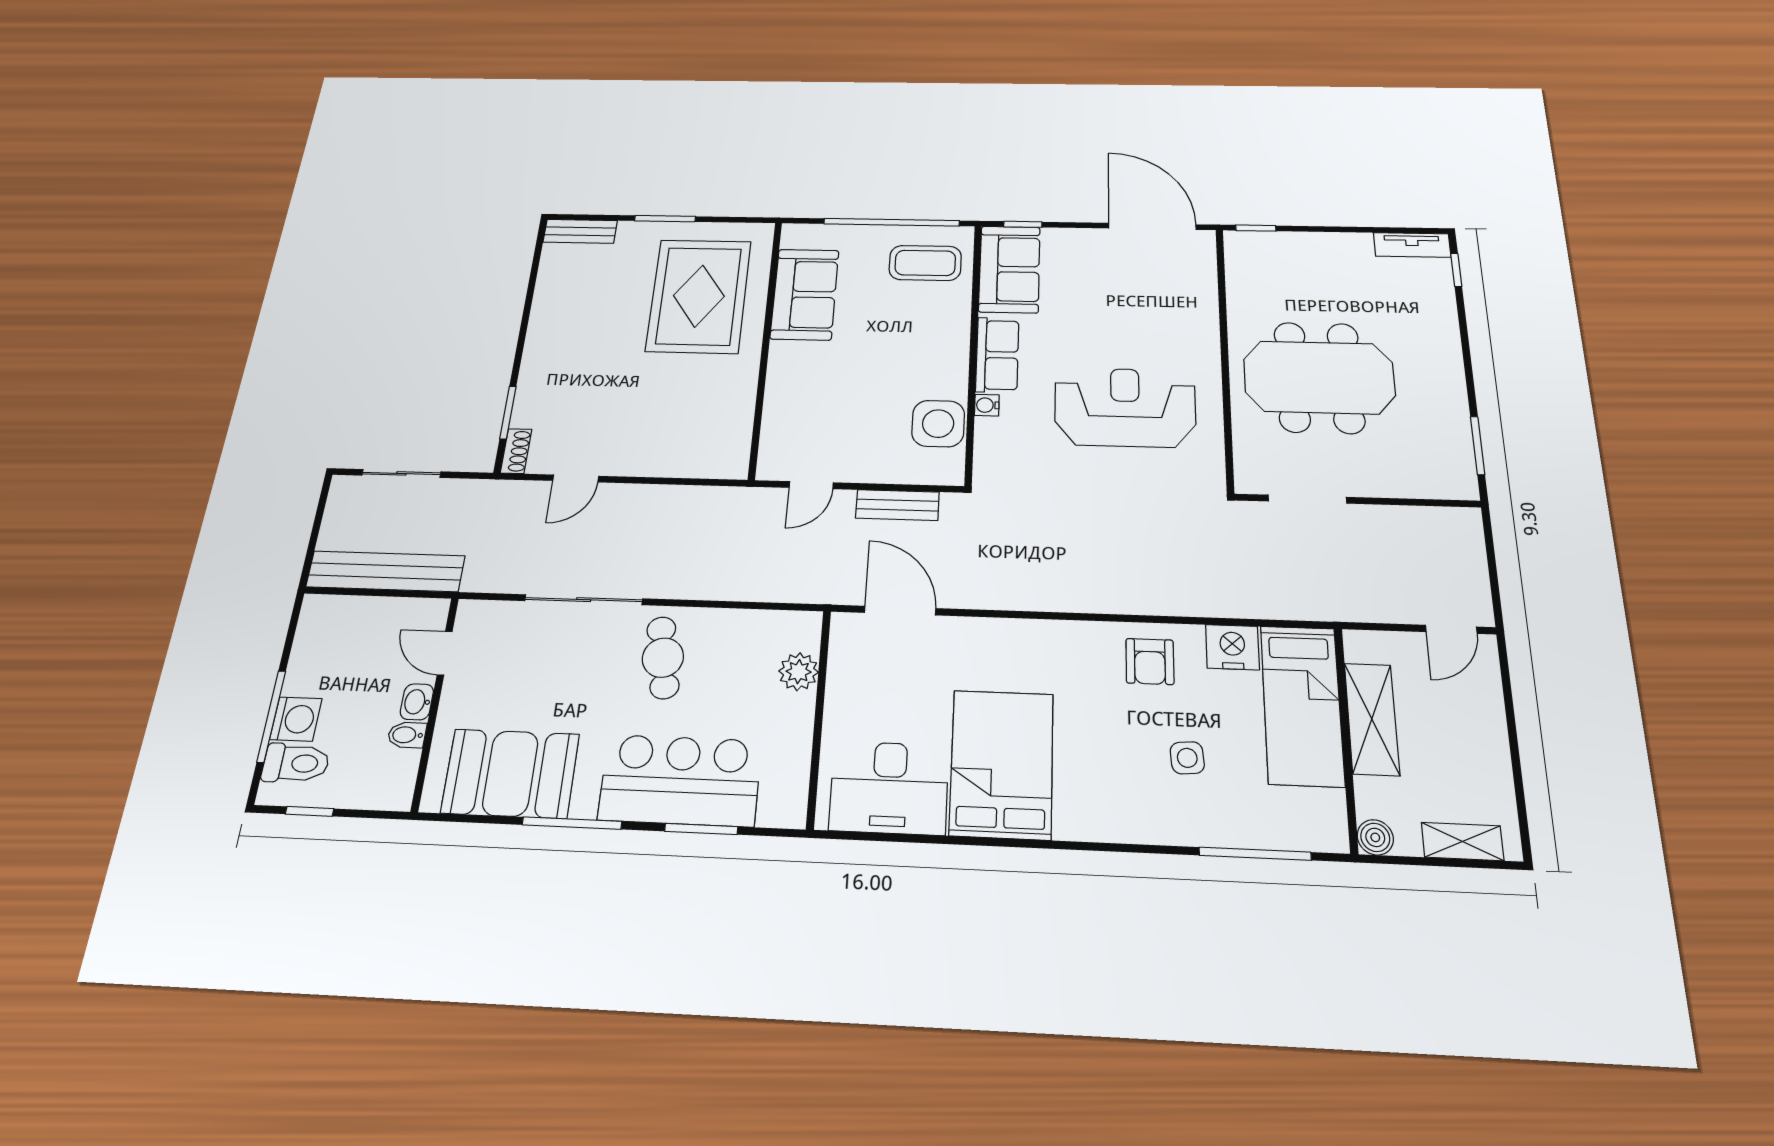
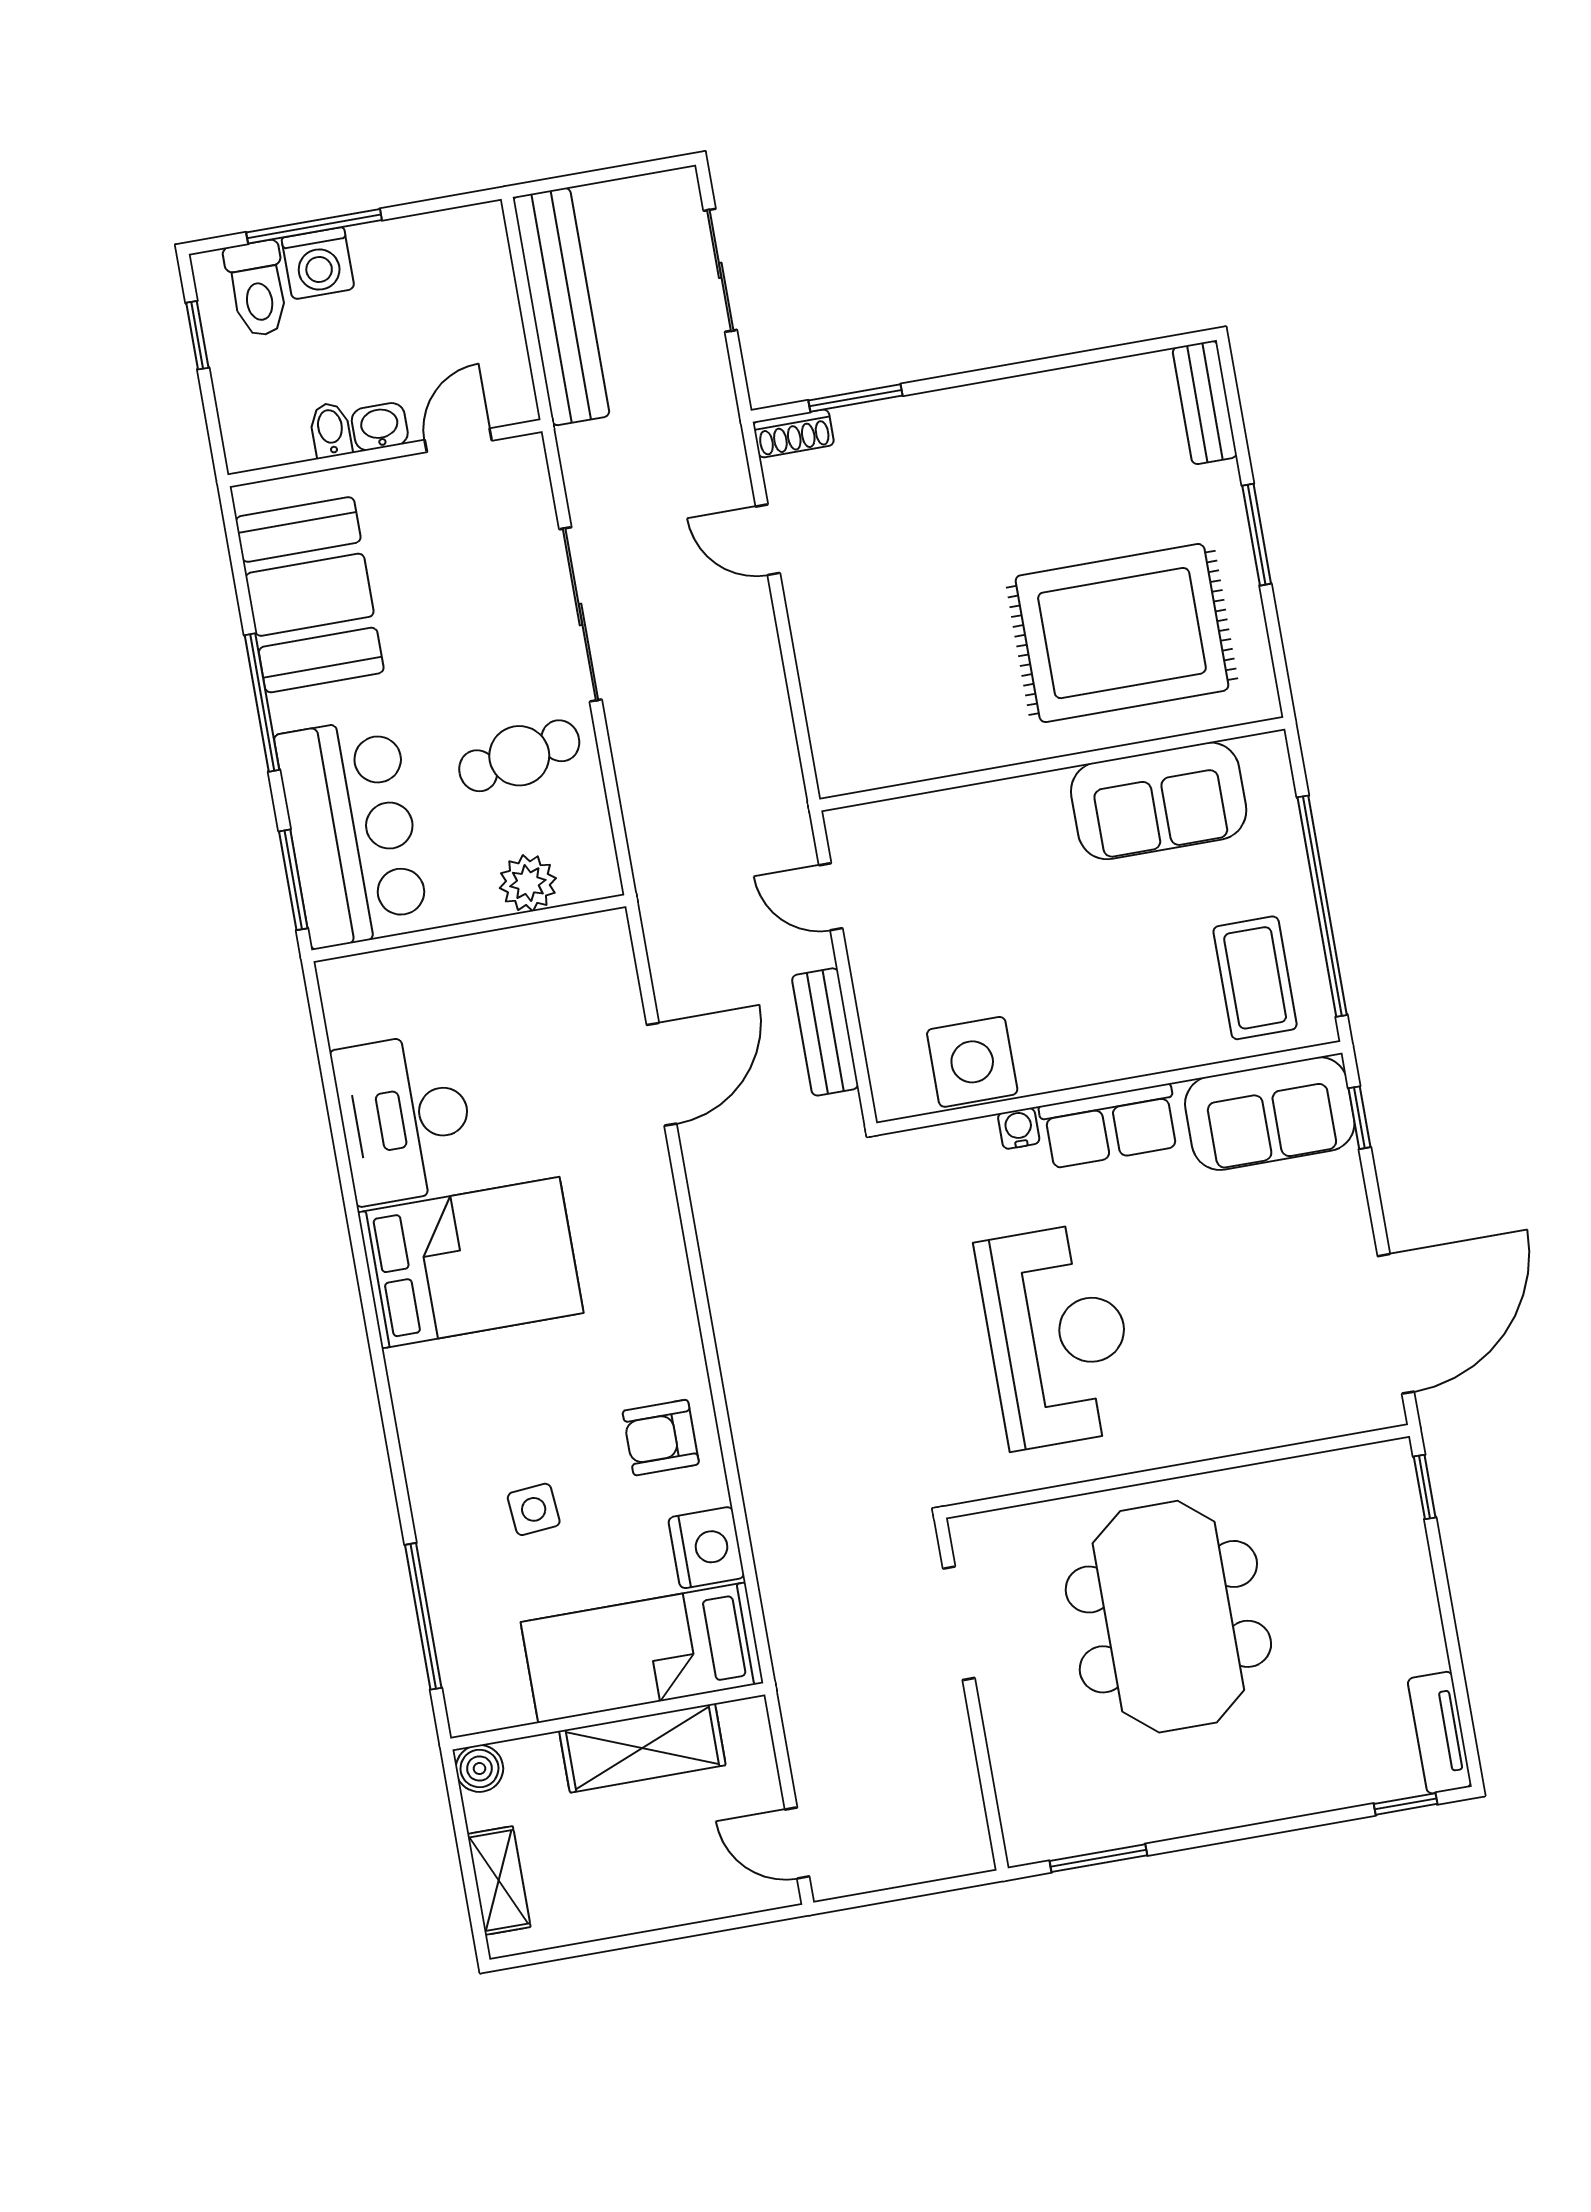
plant: (799, 672) -> (528, 883), moved
wall: (819, 717) -> (469, 928), moved

